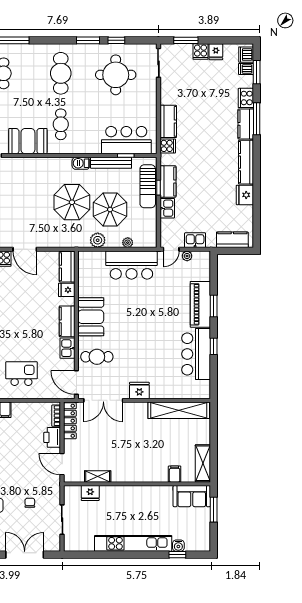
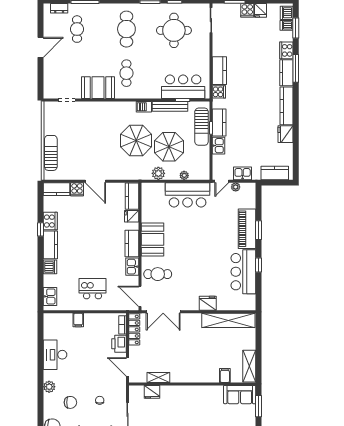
fridge: (139, 391) -> (208, 303), moved

